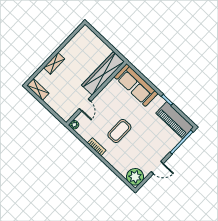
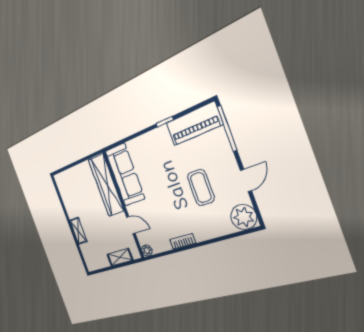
sofa: (136, 85) -> (125, 175), moved, turned -90
shelving: (38, 89) -> (120, 257), moved
coffee table: (119, 131) -> (201, 188), moved

